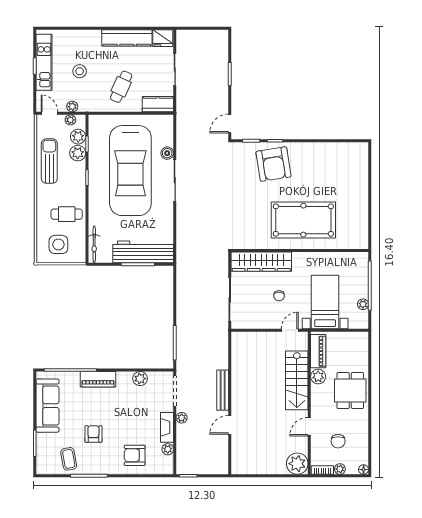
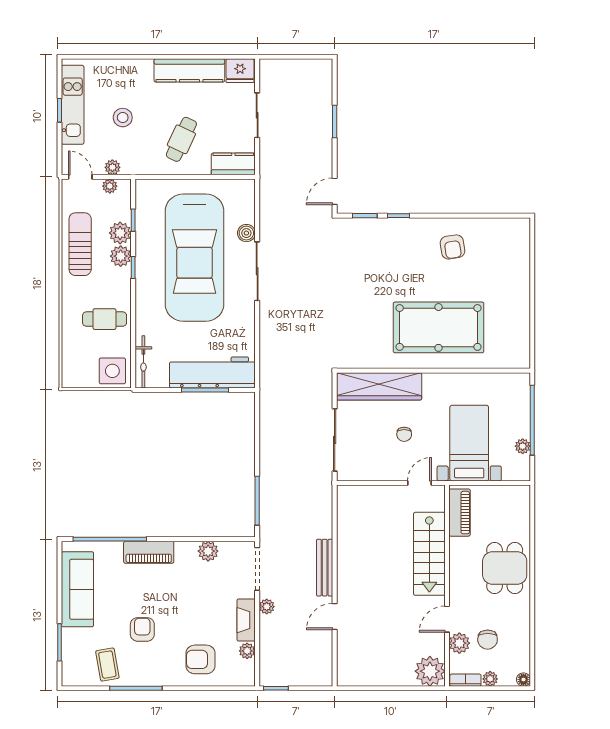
plant: (78, 137) -> (121, 256), moved
armchair: (273, 164) -> (452, 247), moved, width x0.53, depth x0.53
side table: (58, 244) -> (112, 371), moved
plant: (318, 377) -> (459, 643), moved

